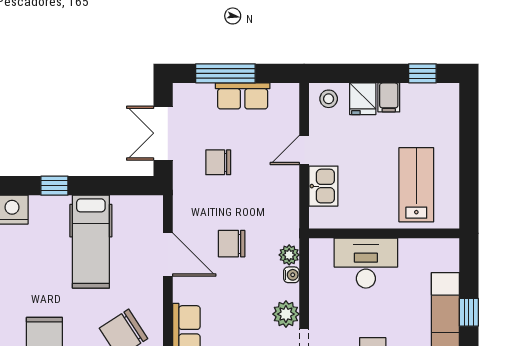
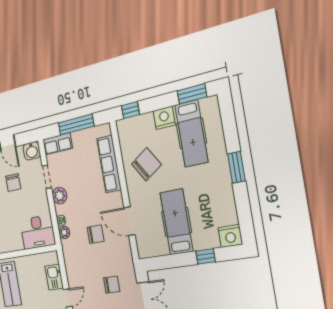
desk: (366, 263) -> (38, 232), moved

